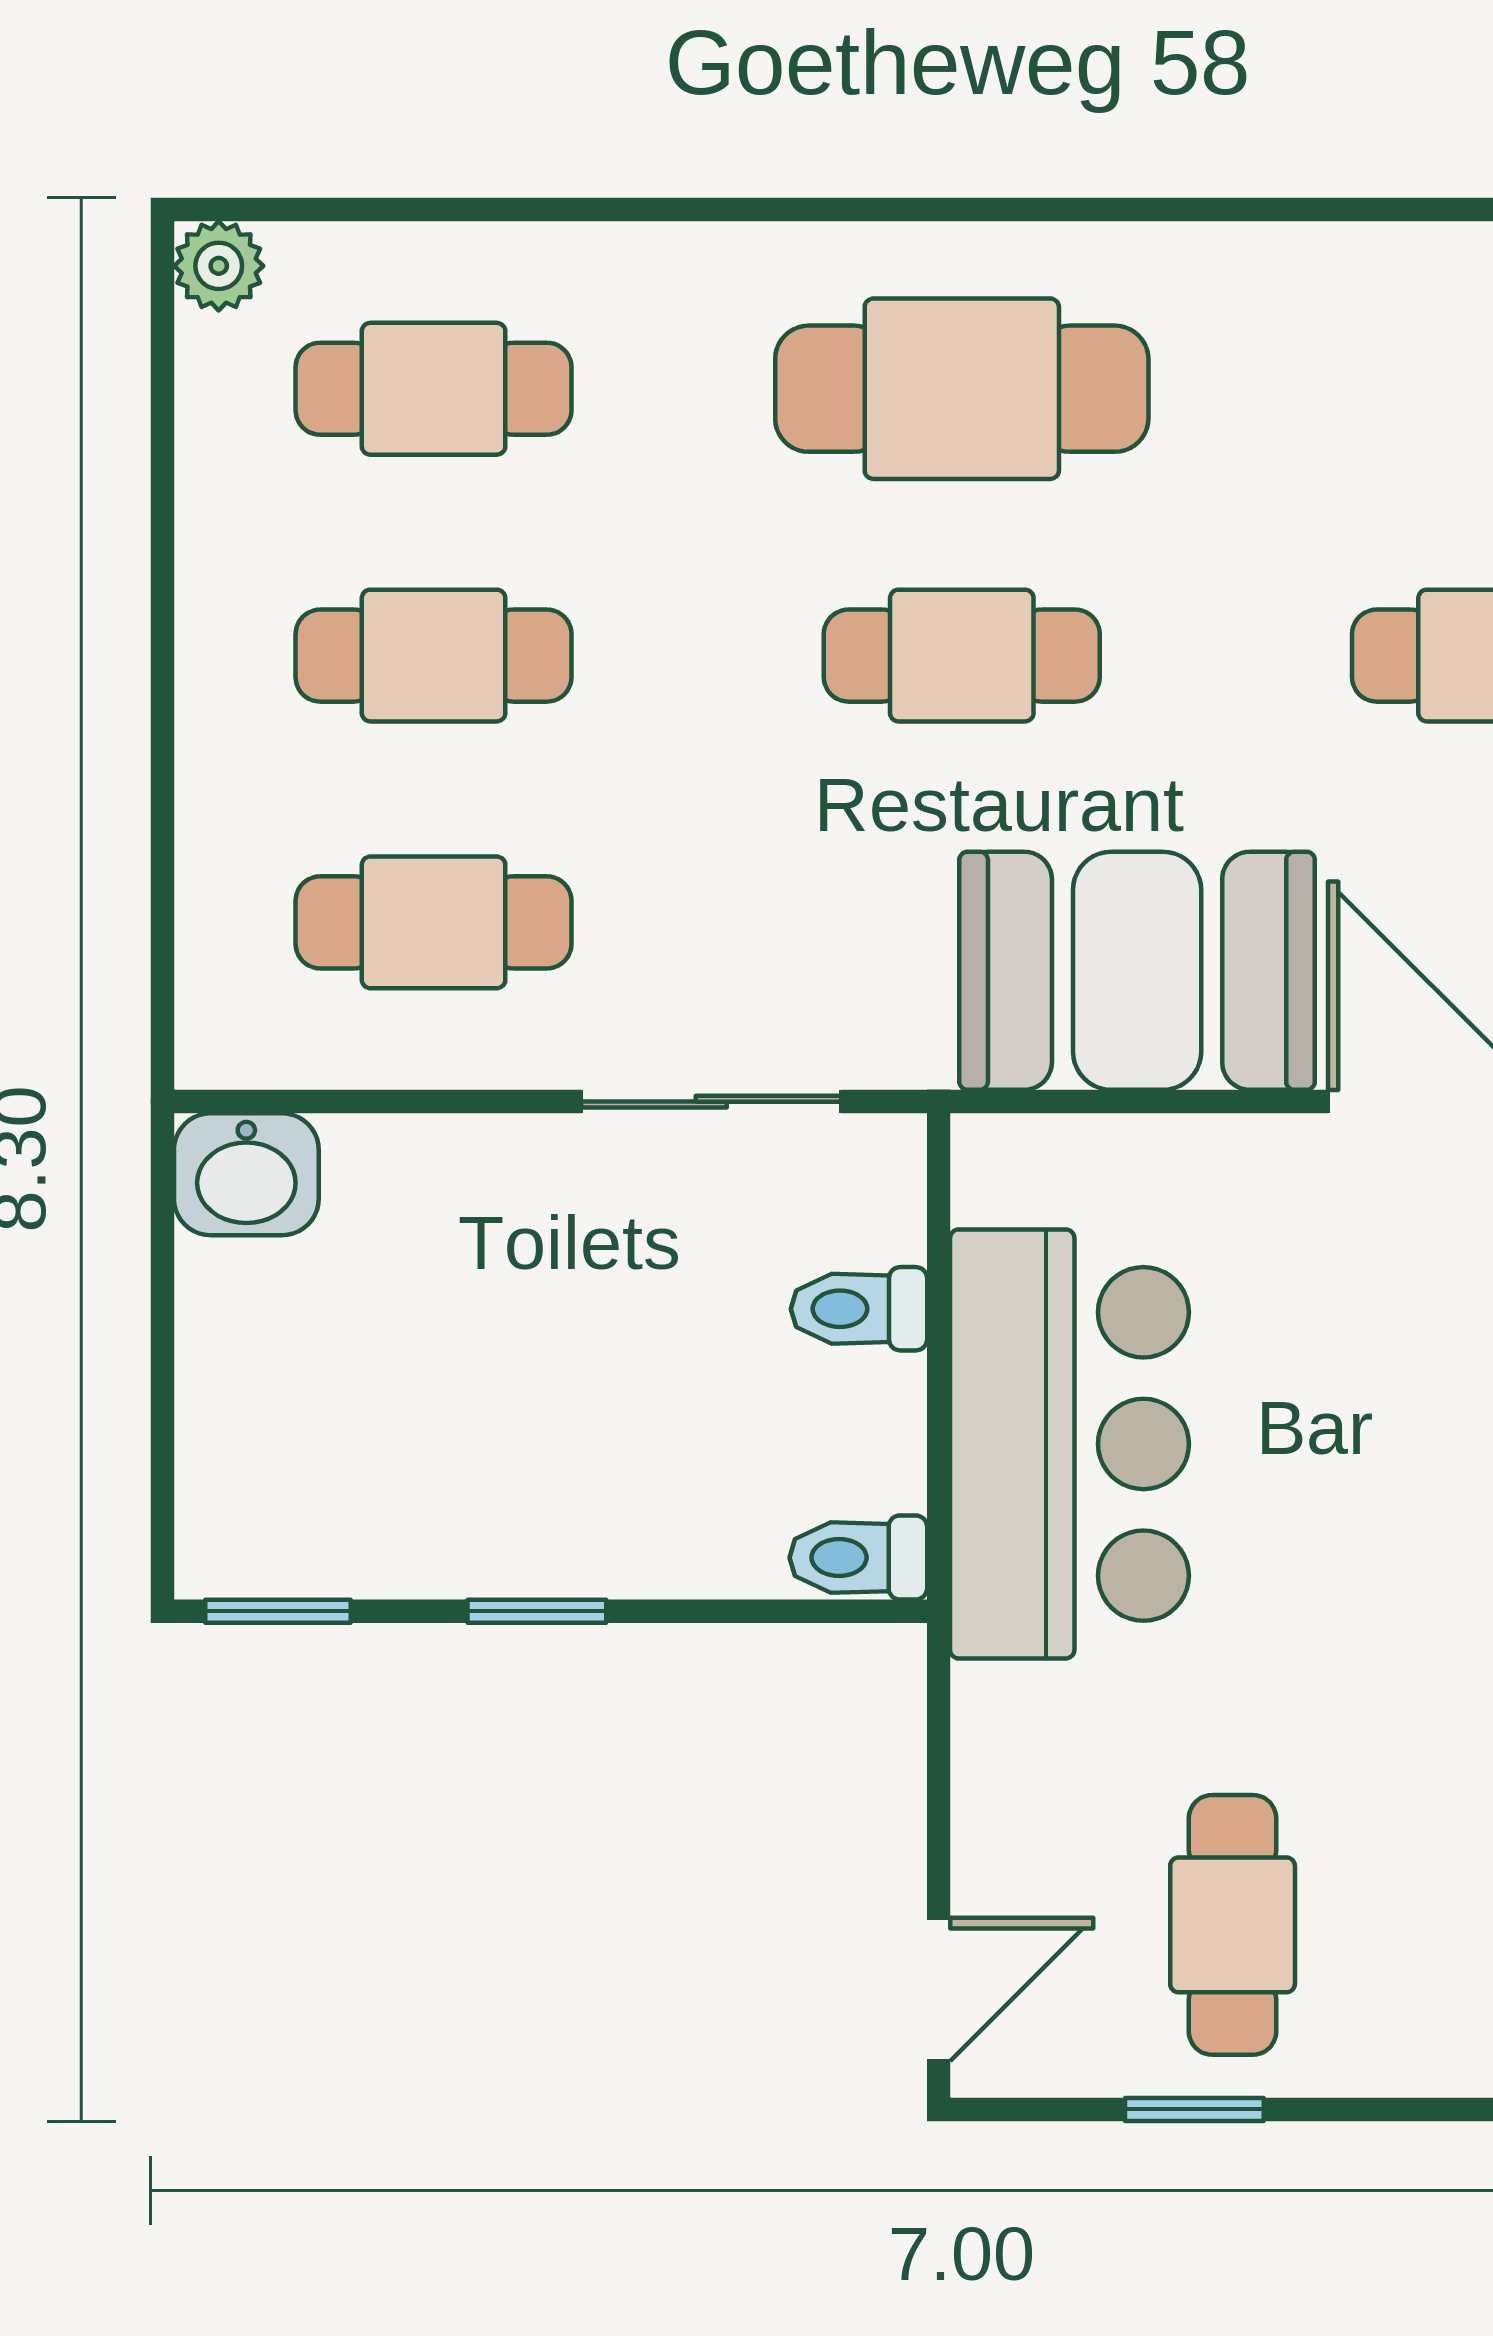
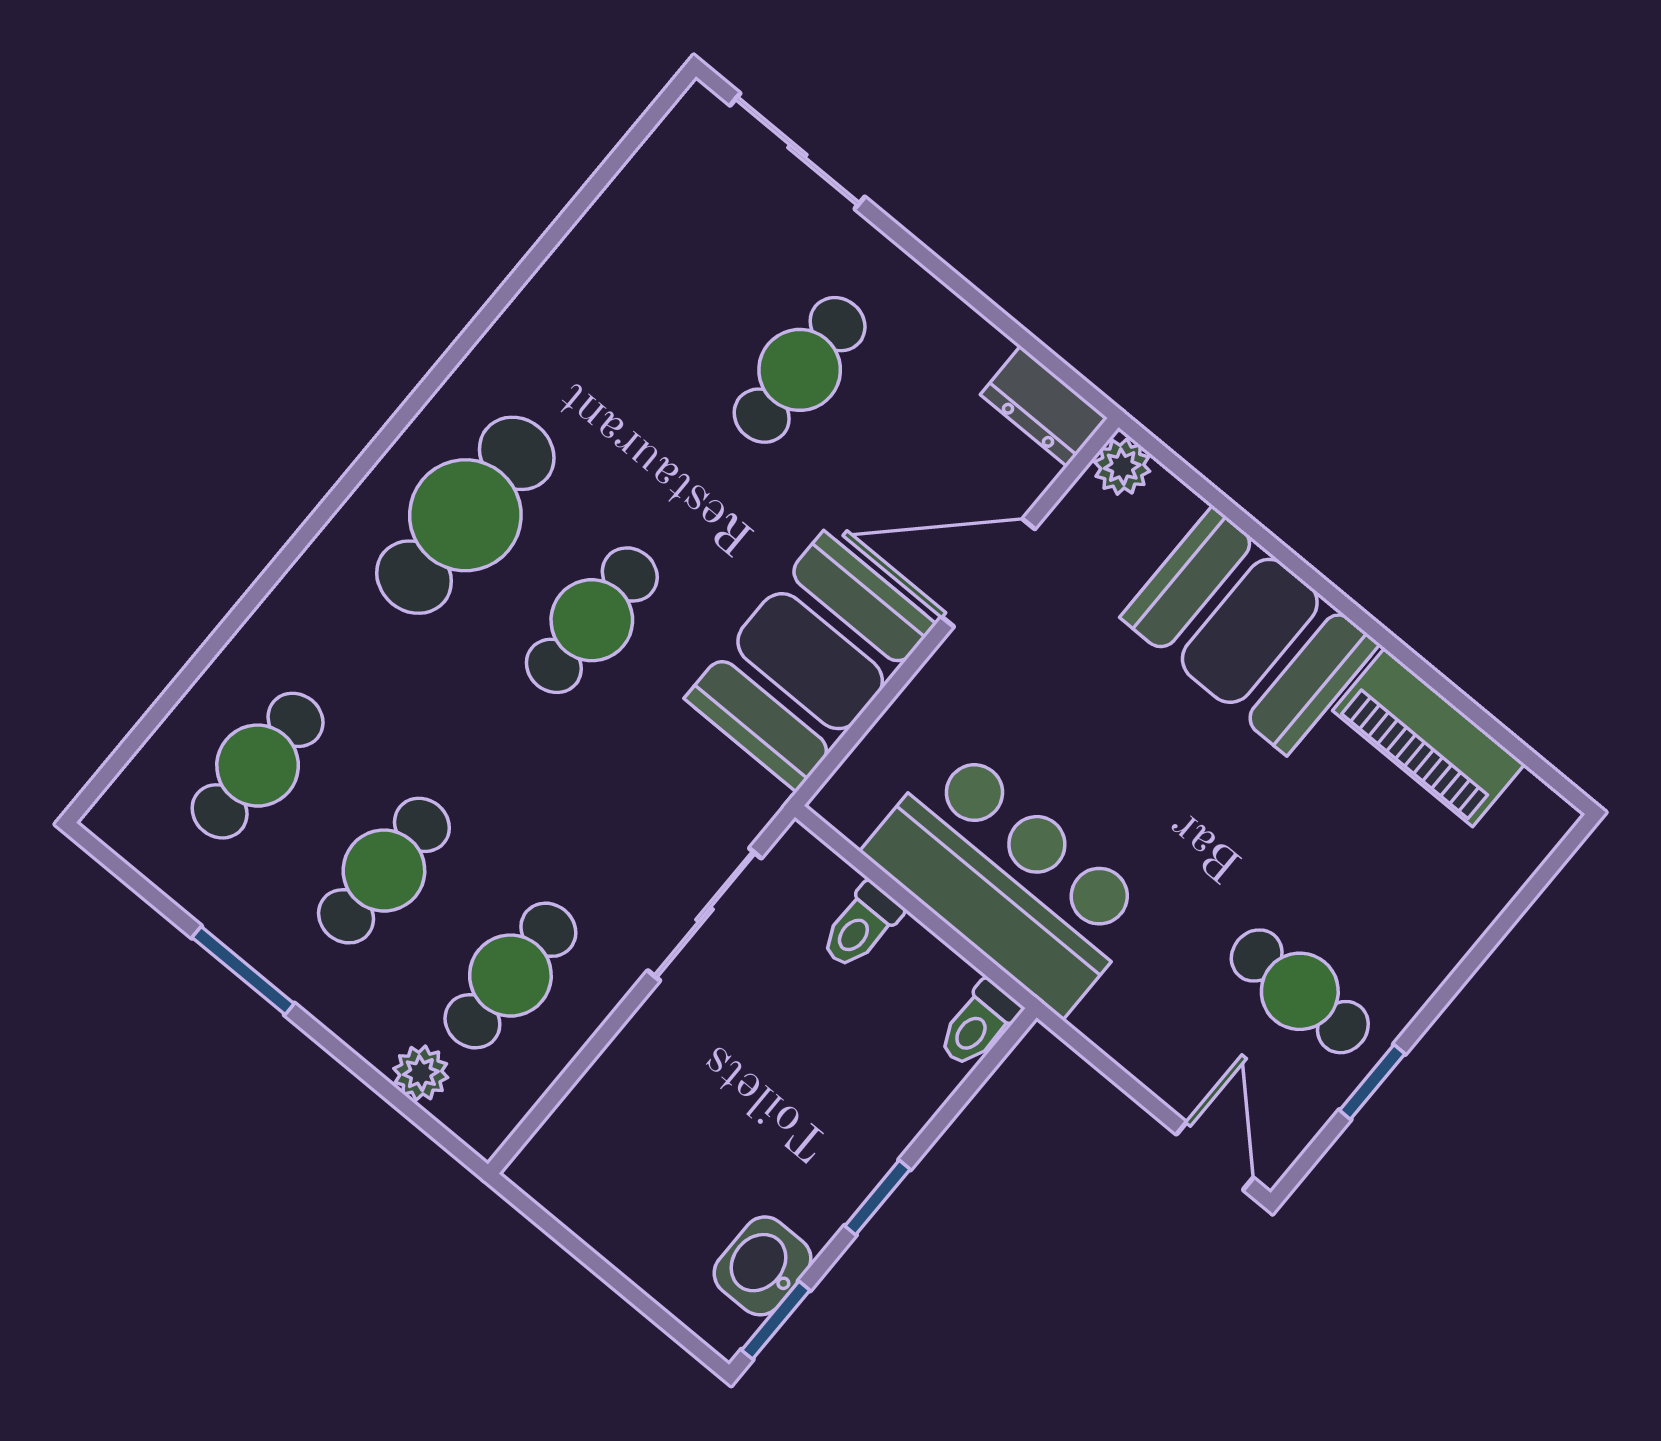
plant: (219, 266) -> (421, 1073), moved
window: (162, 583) -> (243, 971), added
washbasin: (246, 1174) -> (763, 1266), moved, turned 180

